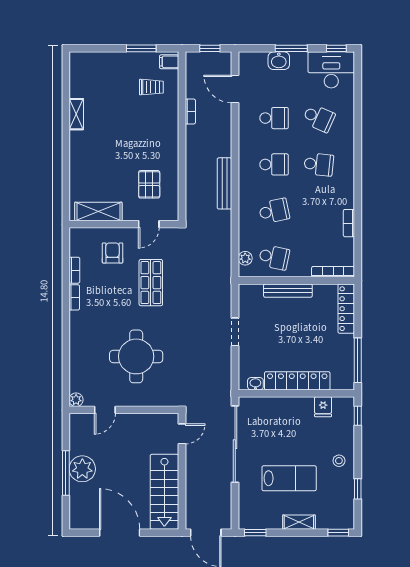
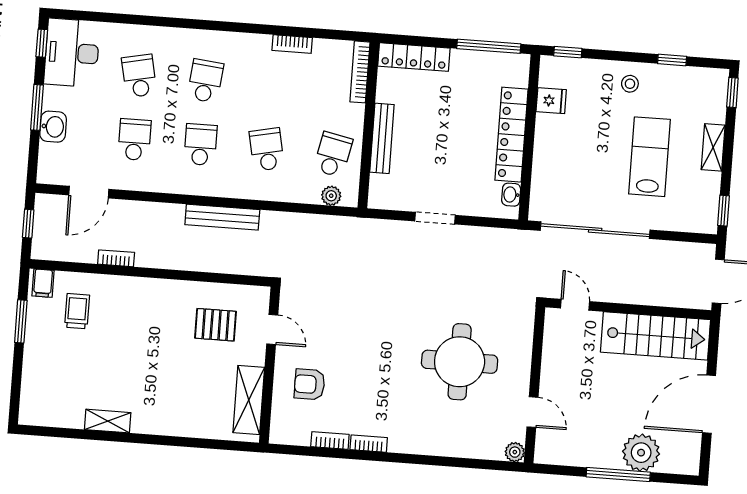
school desk: (319, 118) -> (139, 76), turned -36
shop shelf: (151, 283) -> (356, 333), removed
plant: (82, 469) -> (641, 453), moved

